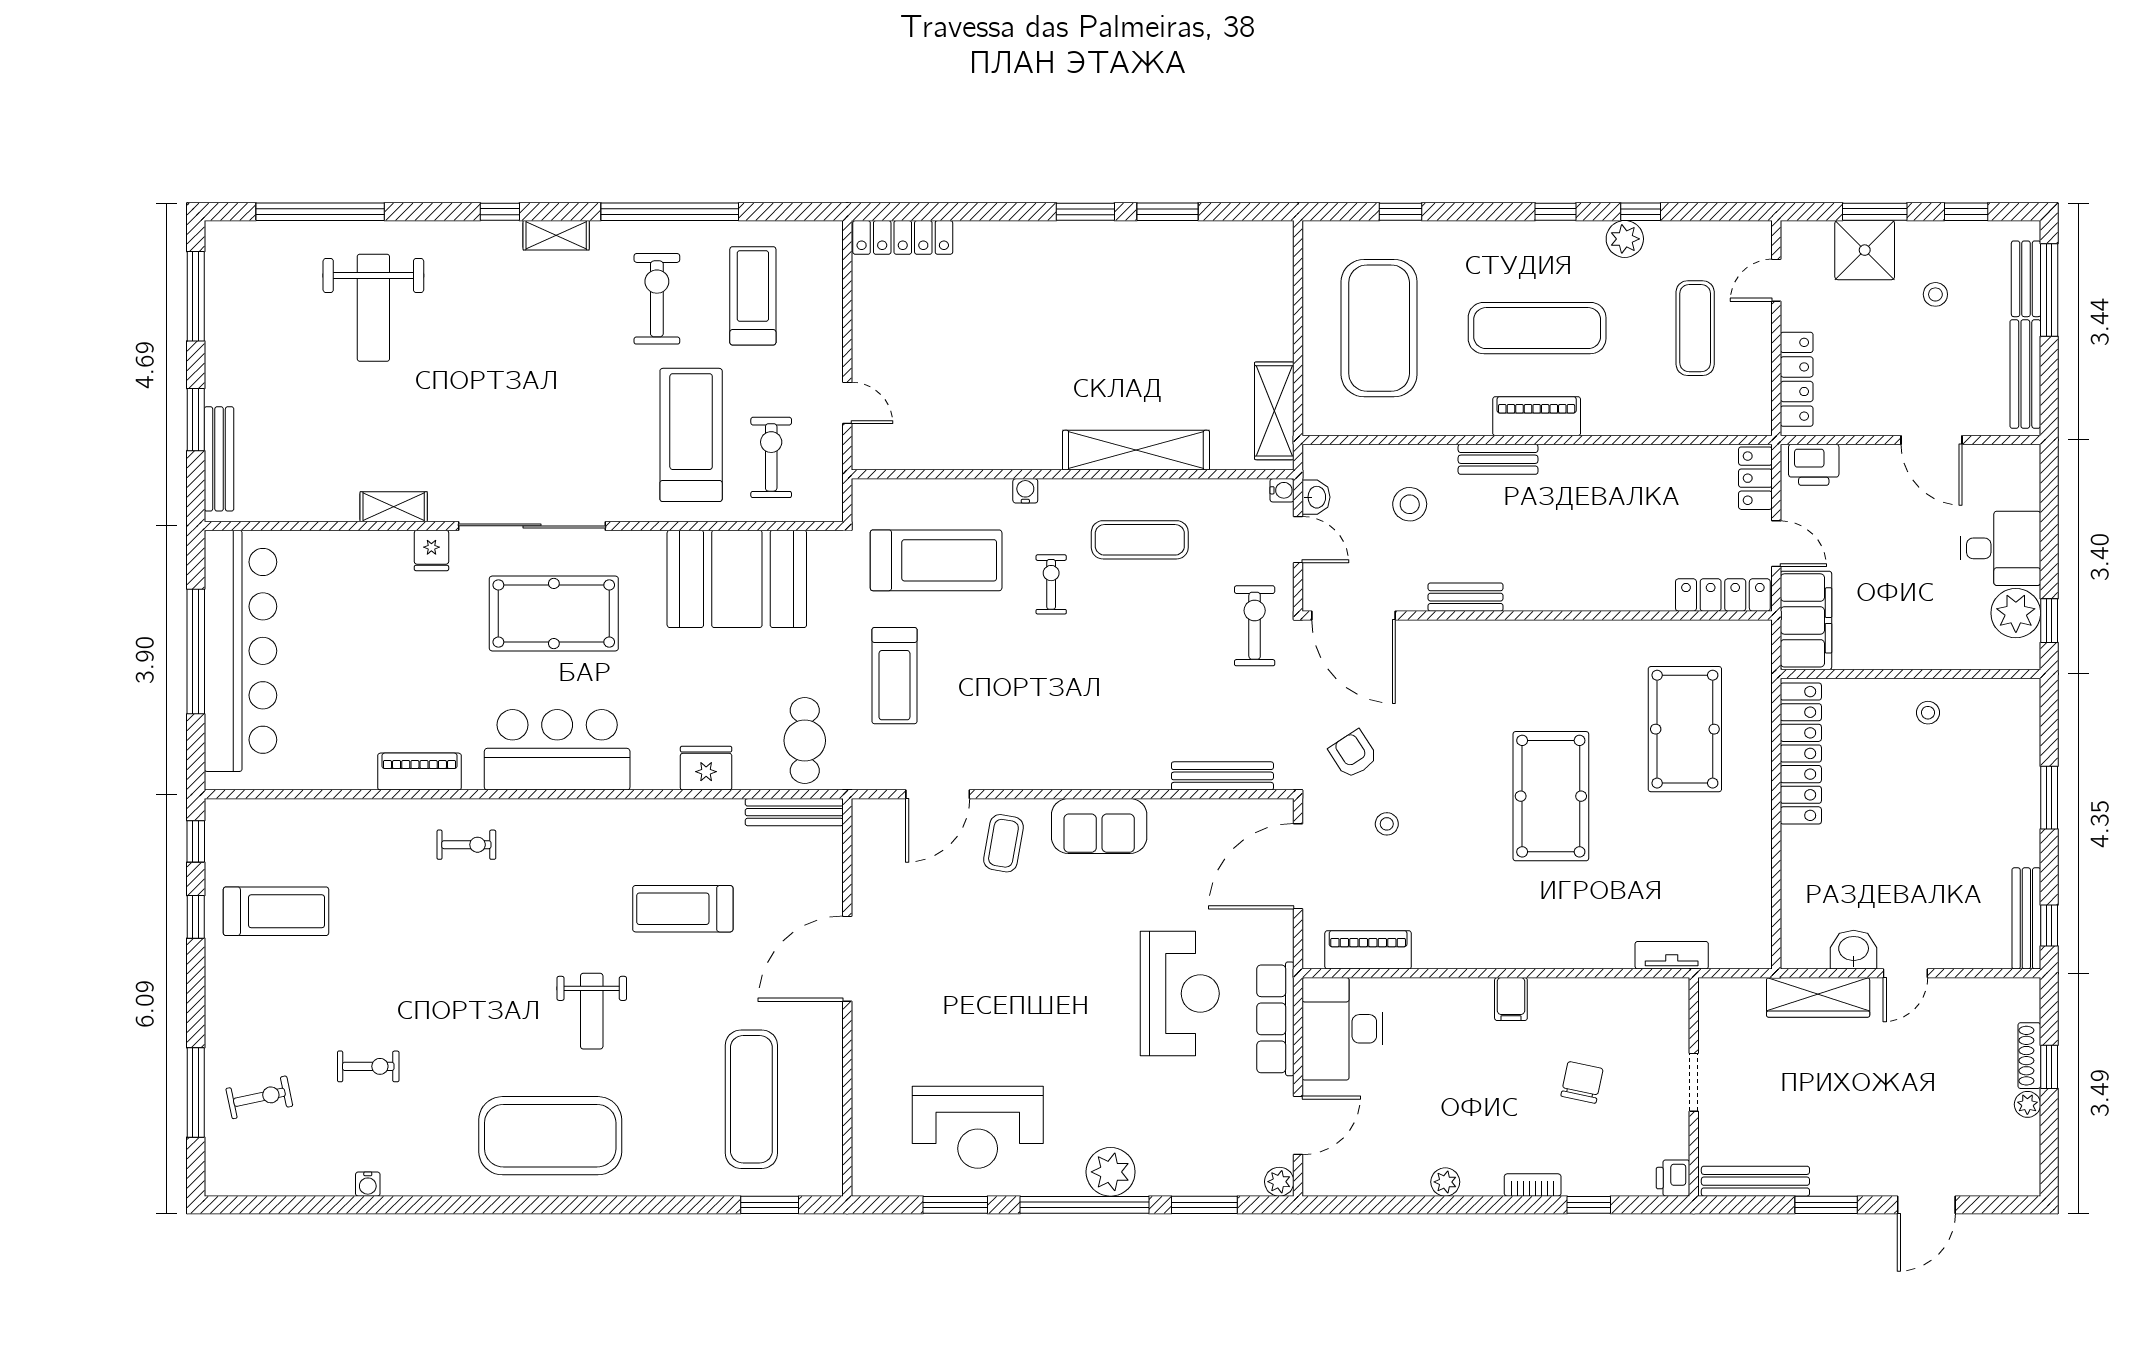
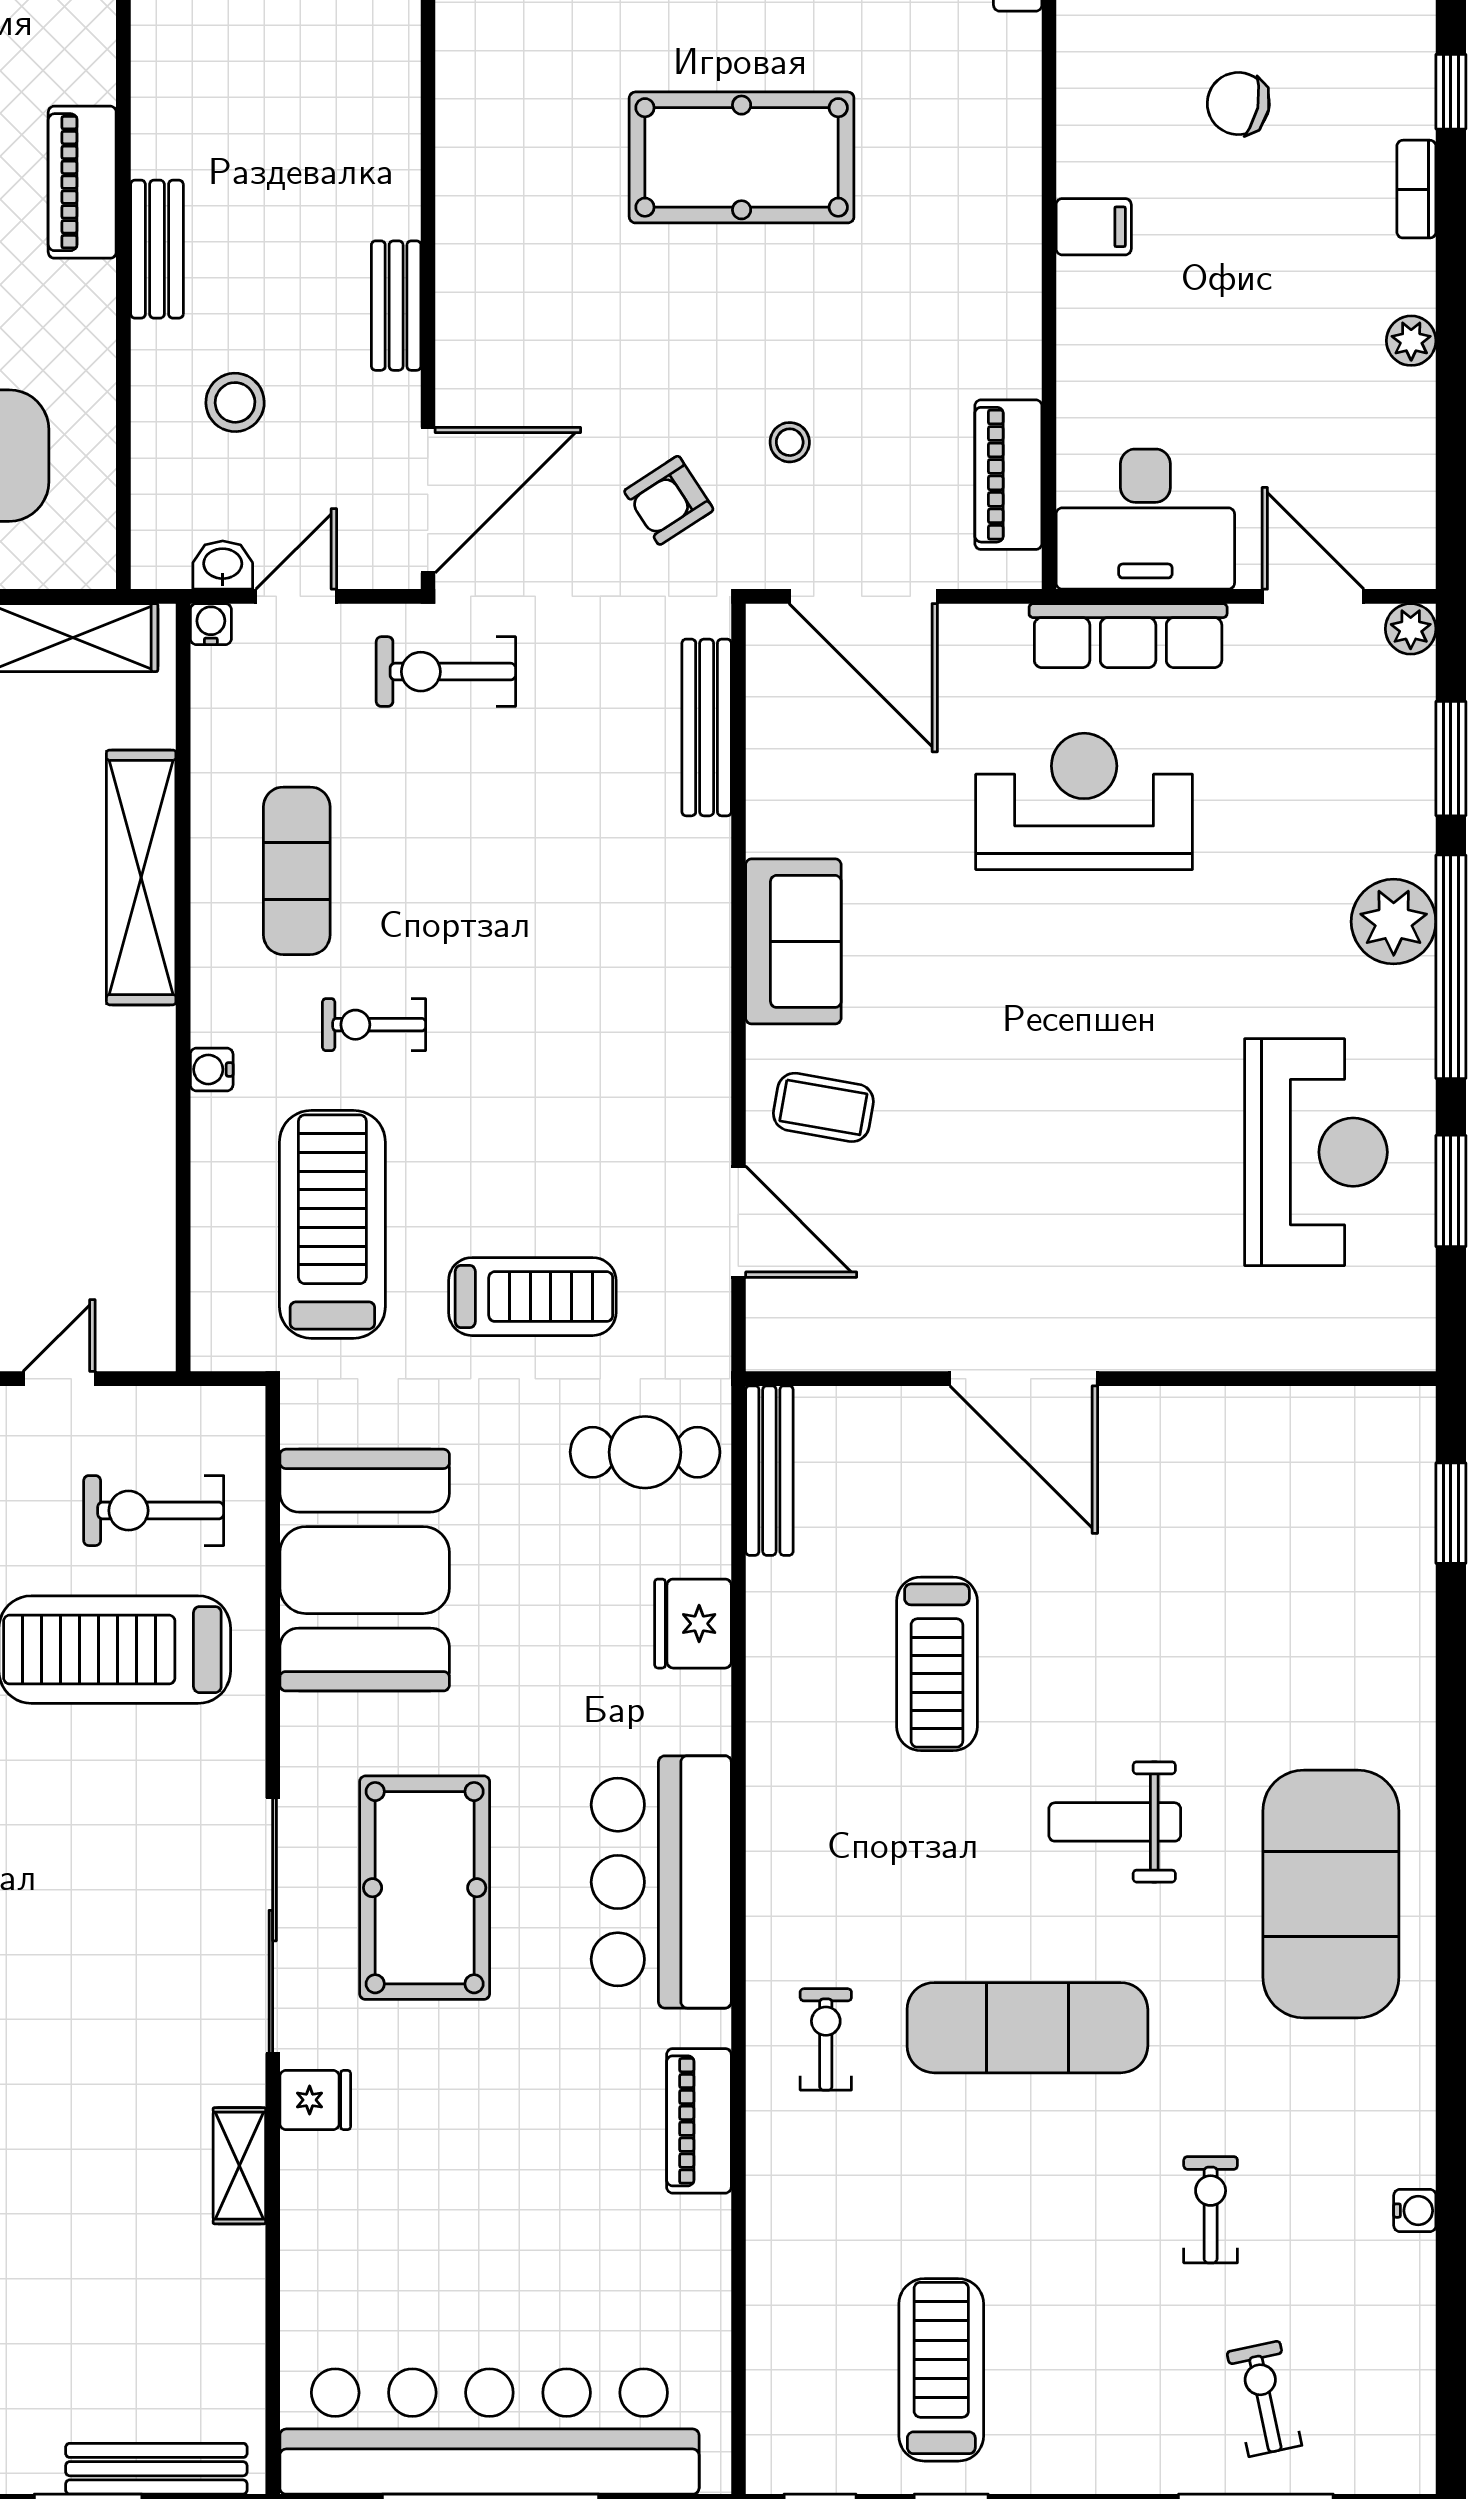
weight bench: (592, 1011) -> (1115, 1822), turned 180
exercise mat: (751, 1099) -> (1027, 2028), moved

